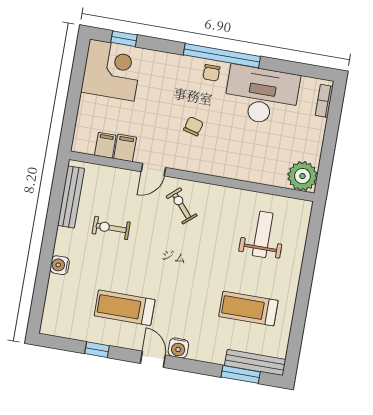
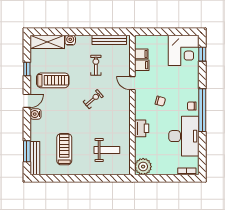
printer: (235, 167) -> (142, 128), added
exercise bike: (182, 206) -> (93, 99), moved
shelving: (56, 306) -> (47, 42), added
treadmill: (125, 308) -> (53, 80), turned 90

